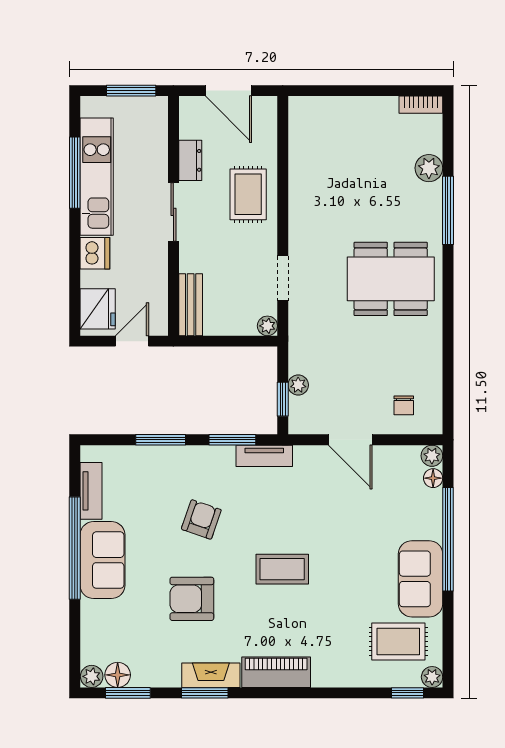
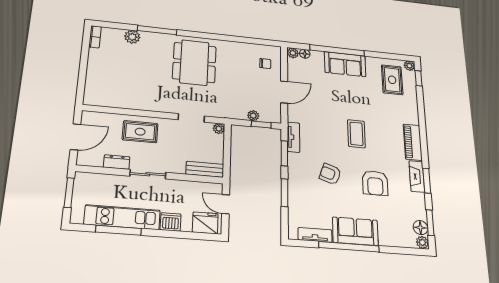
sofa: (421, 579) -> (345, 64), moved

